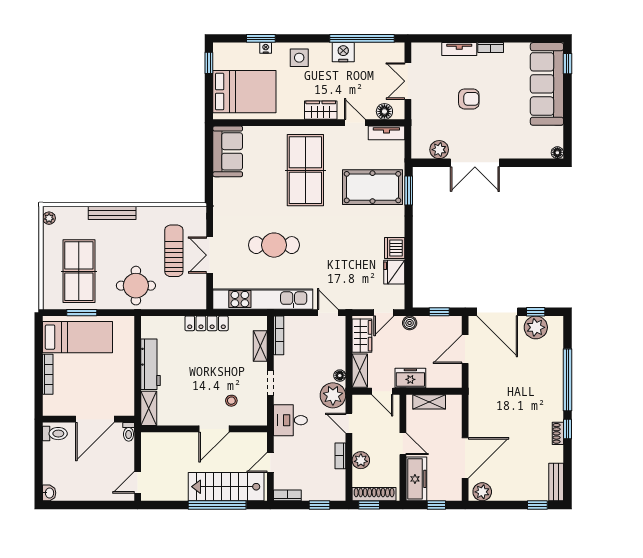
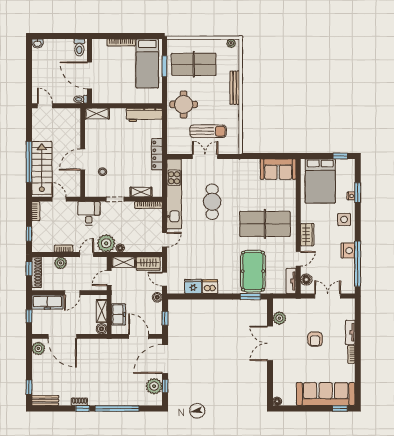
workbench: (150, 364) -> (144, 115), moved
freezer: (410, 378) -> (118, 314), moved
boiler: (454, 402) -> (102, 329), added
door: (214, 429) -> (83, 159), hinge flipped

